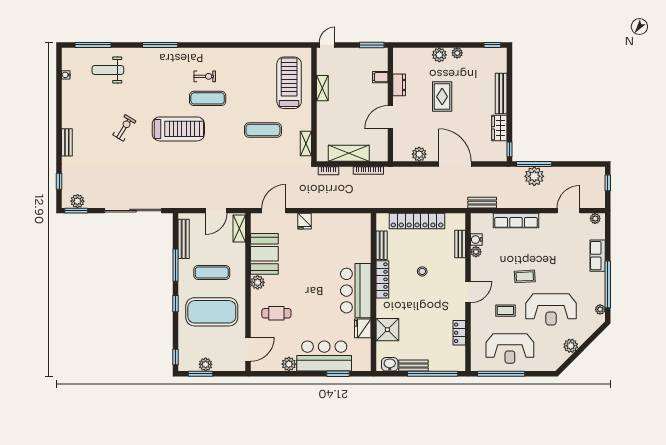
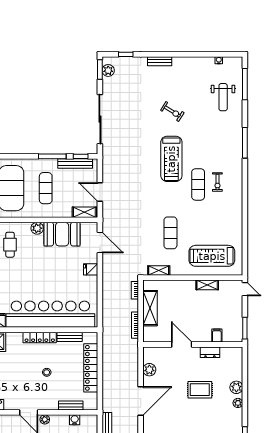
weight bench: (108, 70) -> (223, 97), turned 180
treadmill: (289, 83) -> (212, 256), turned 180
plant: (476, 252) -> (45, 419), moved
bar counter: (356, 291) -> (50, 314), width x1.86
window: (176, 304) -> (81, 156), moved

